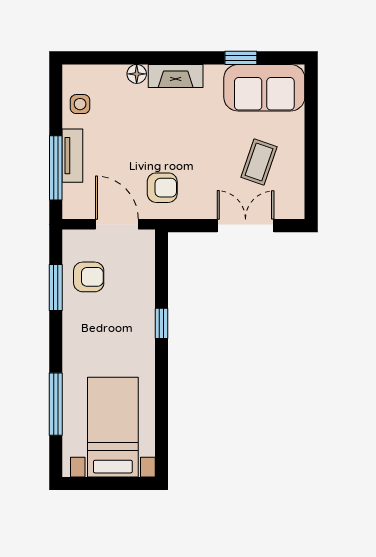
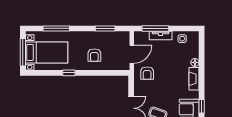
armchair: (89, 277) -> (94, 55), moved
window: (162, 323) -> (69, 73), moved
window: (112, 484) -> (23, 52), added

